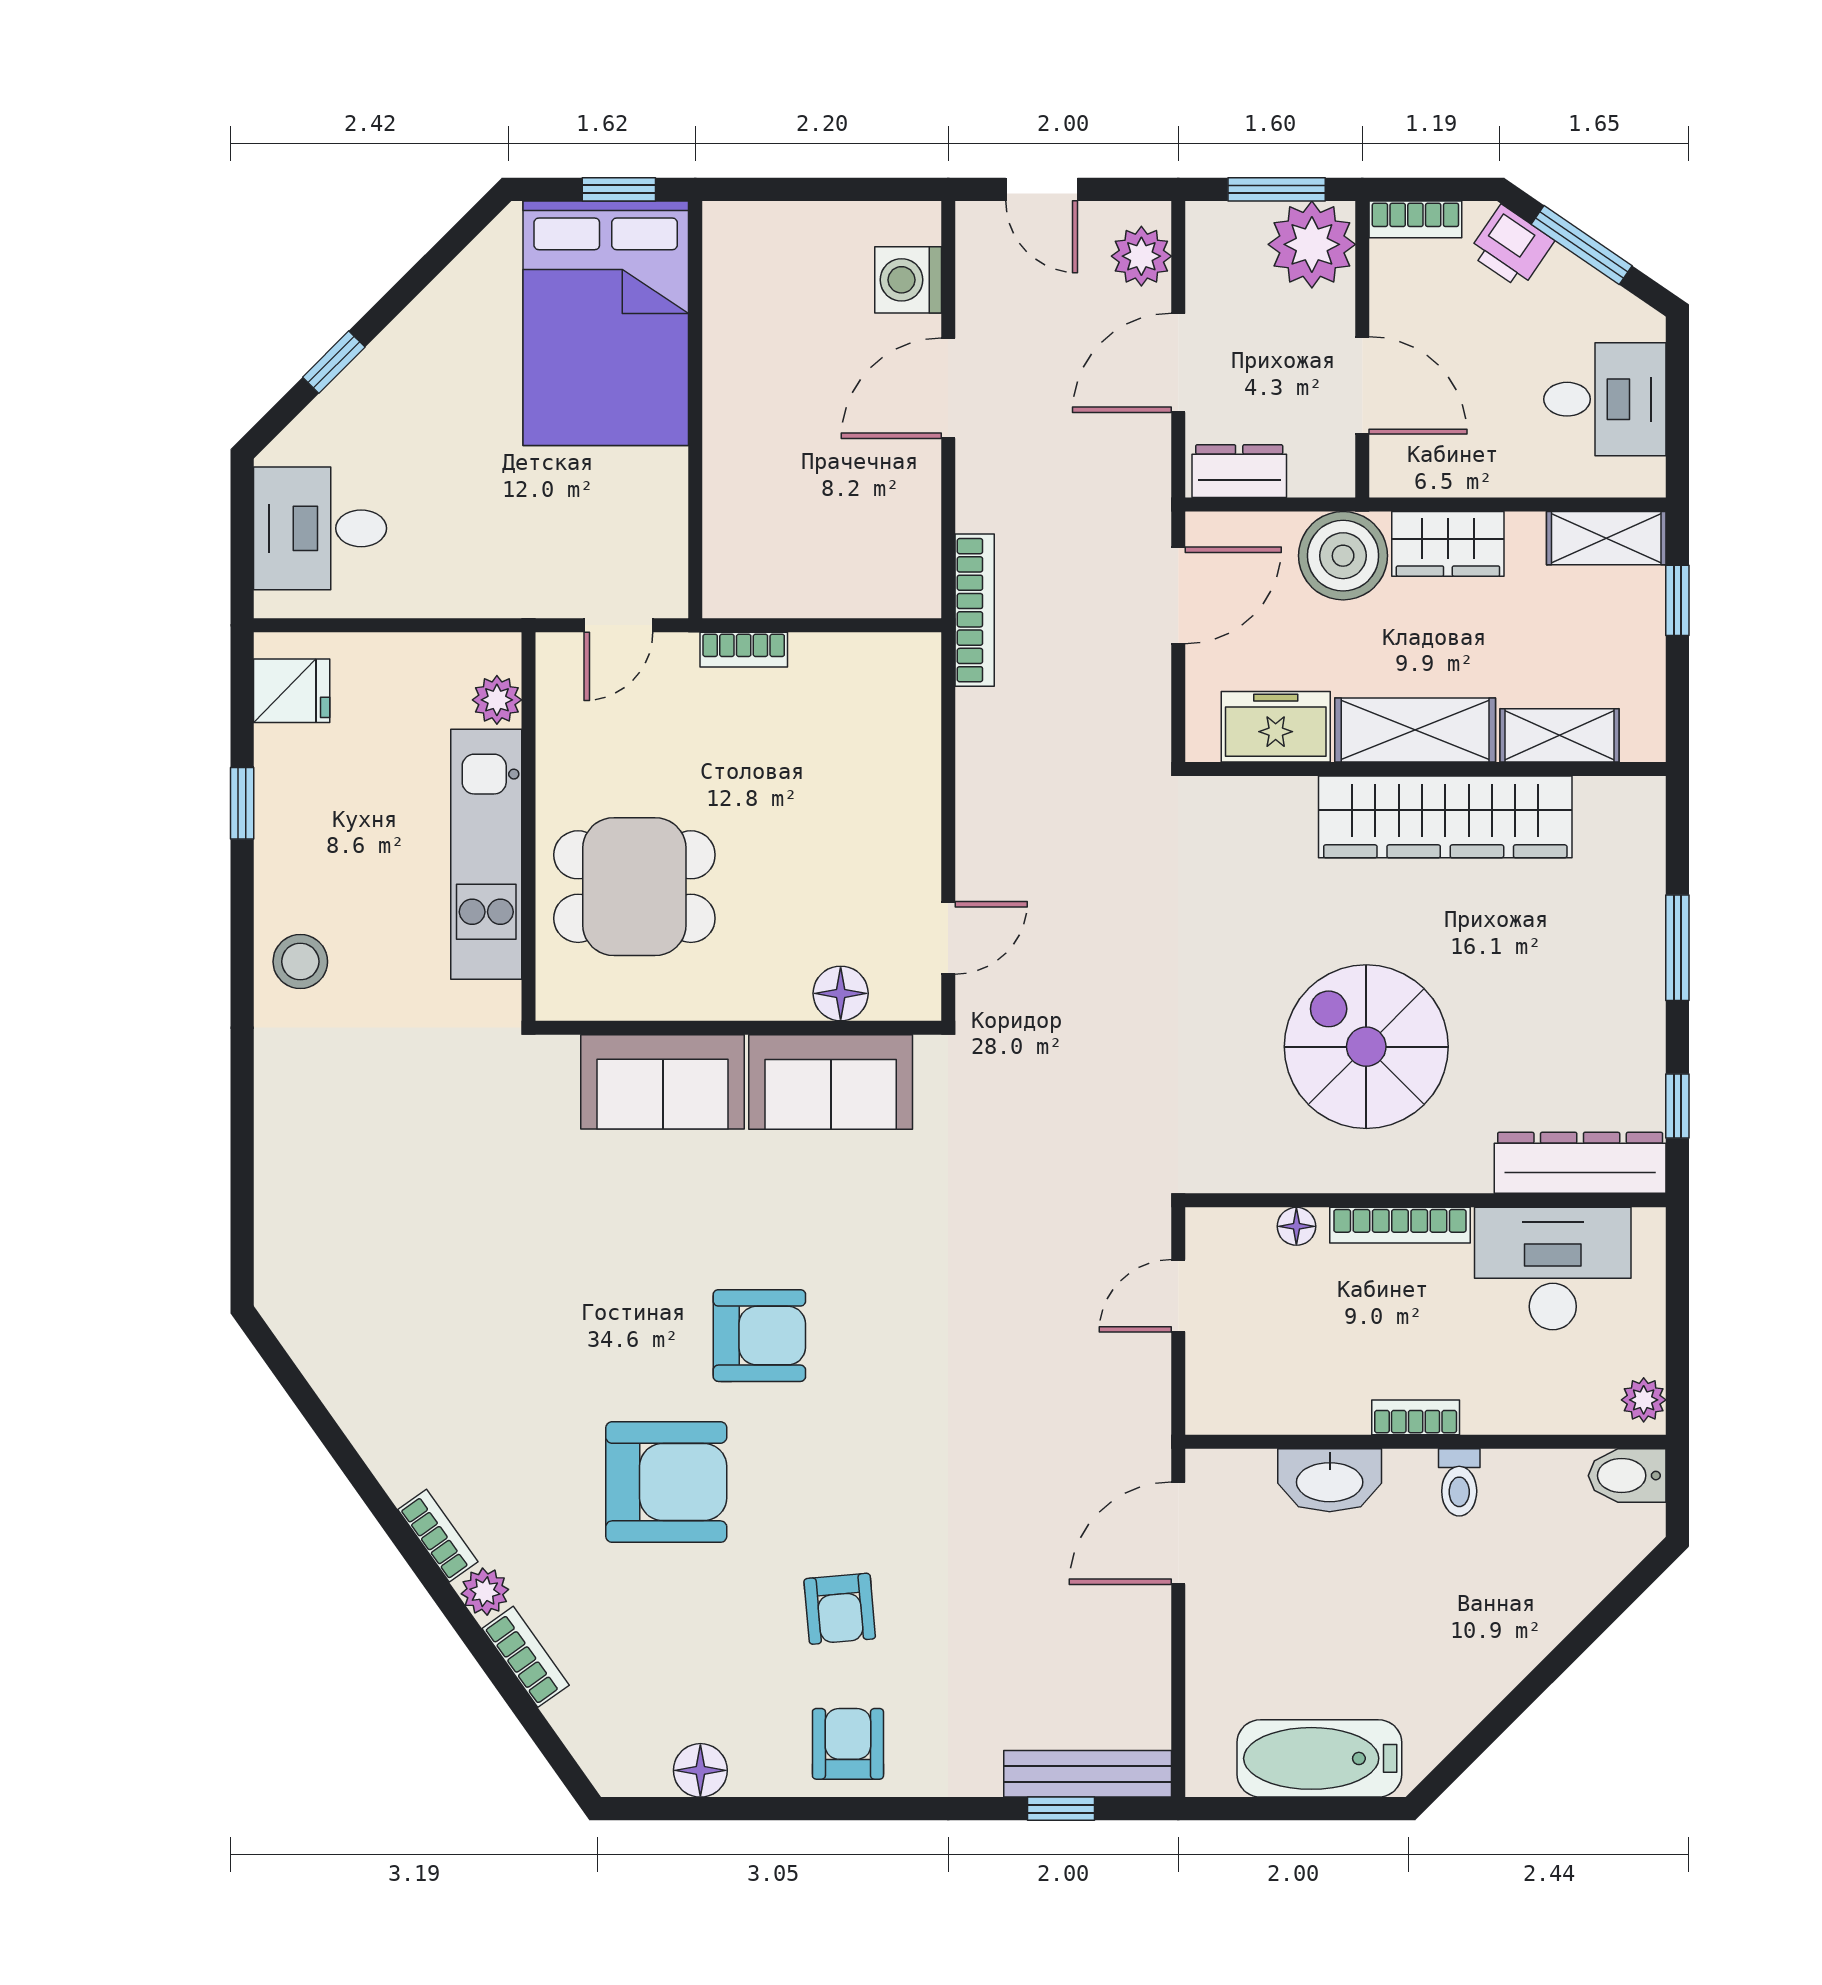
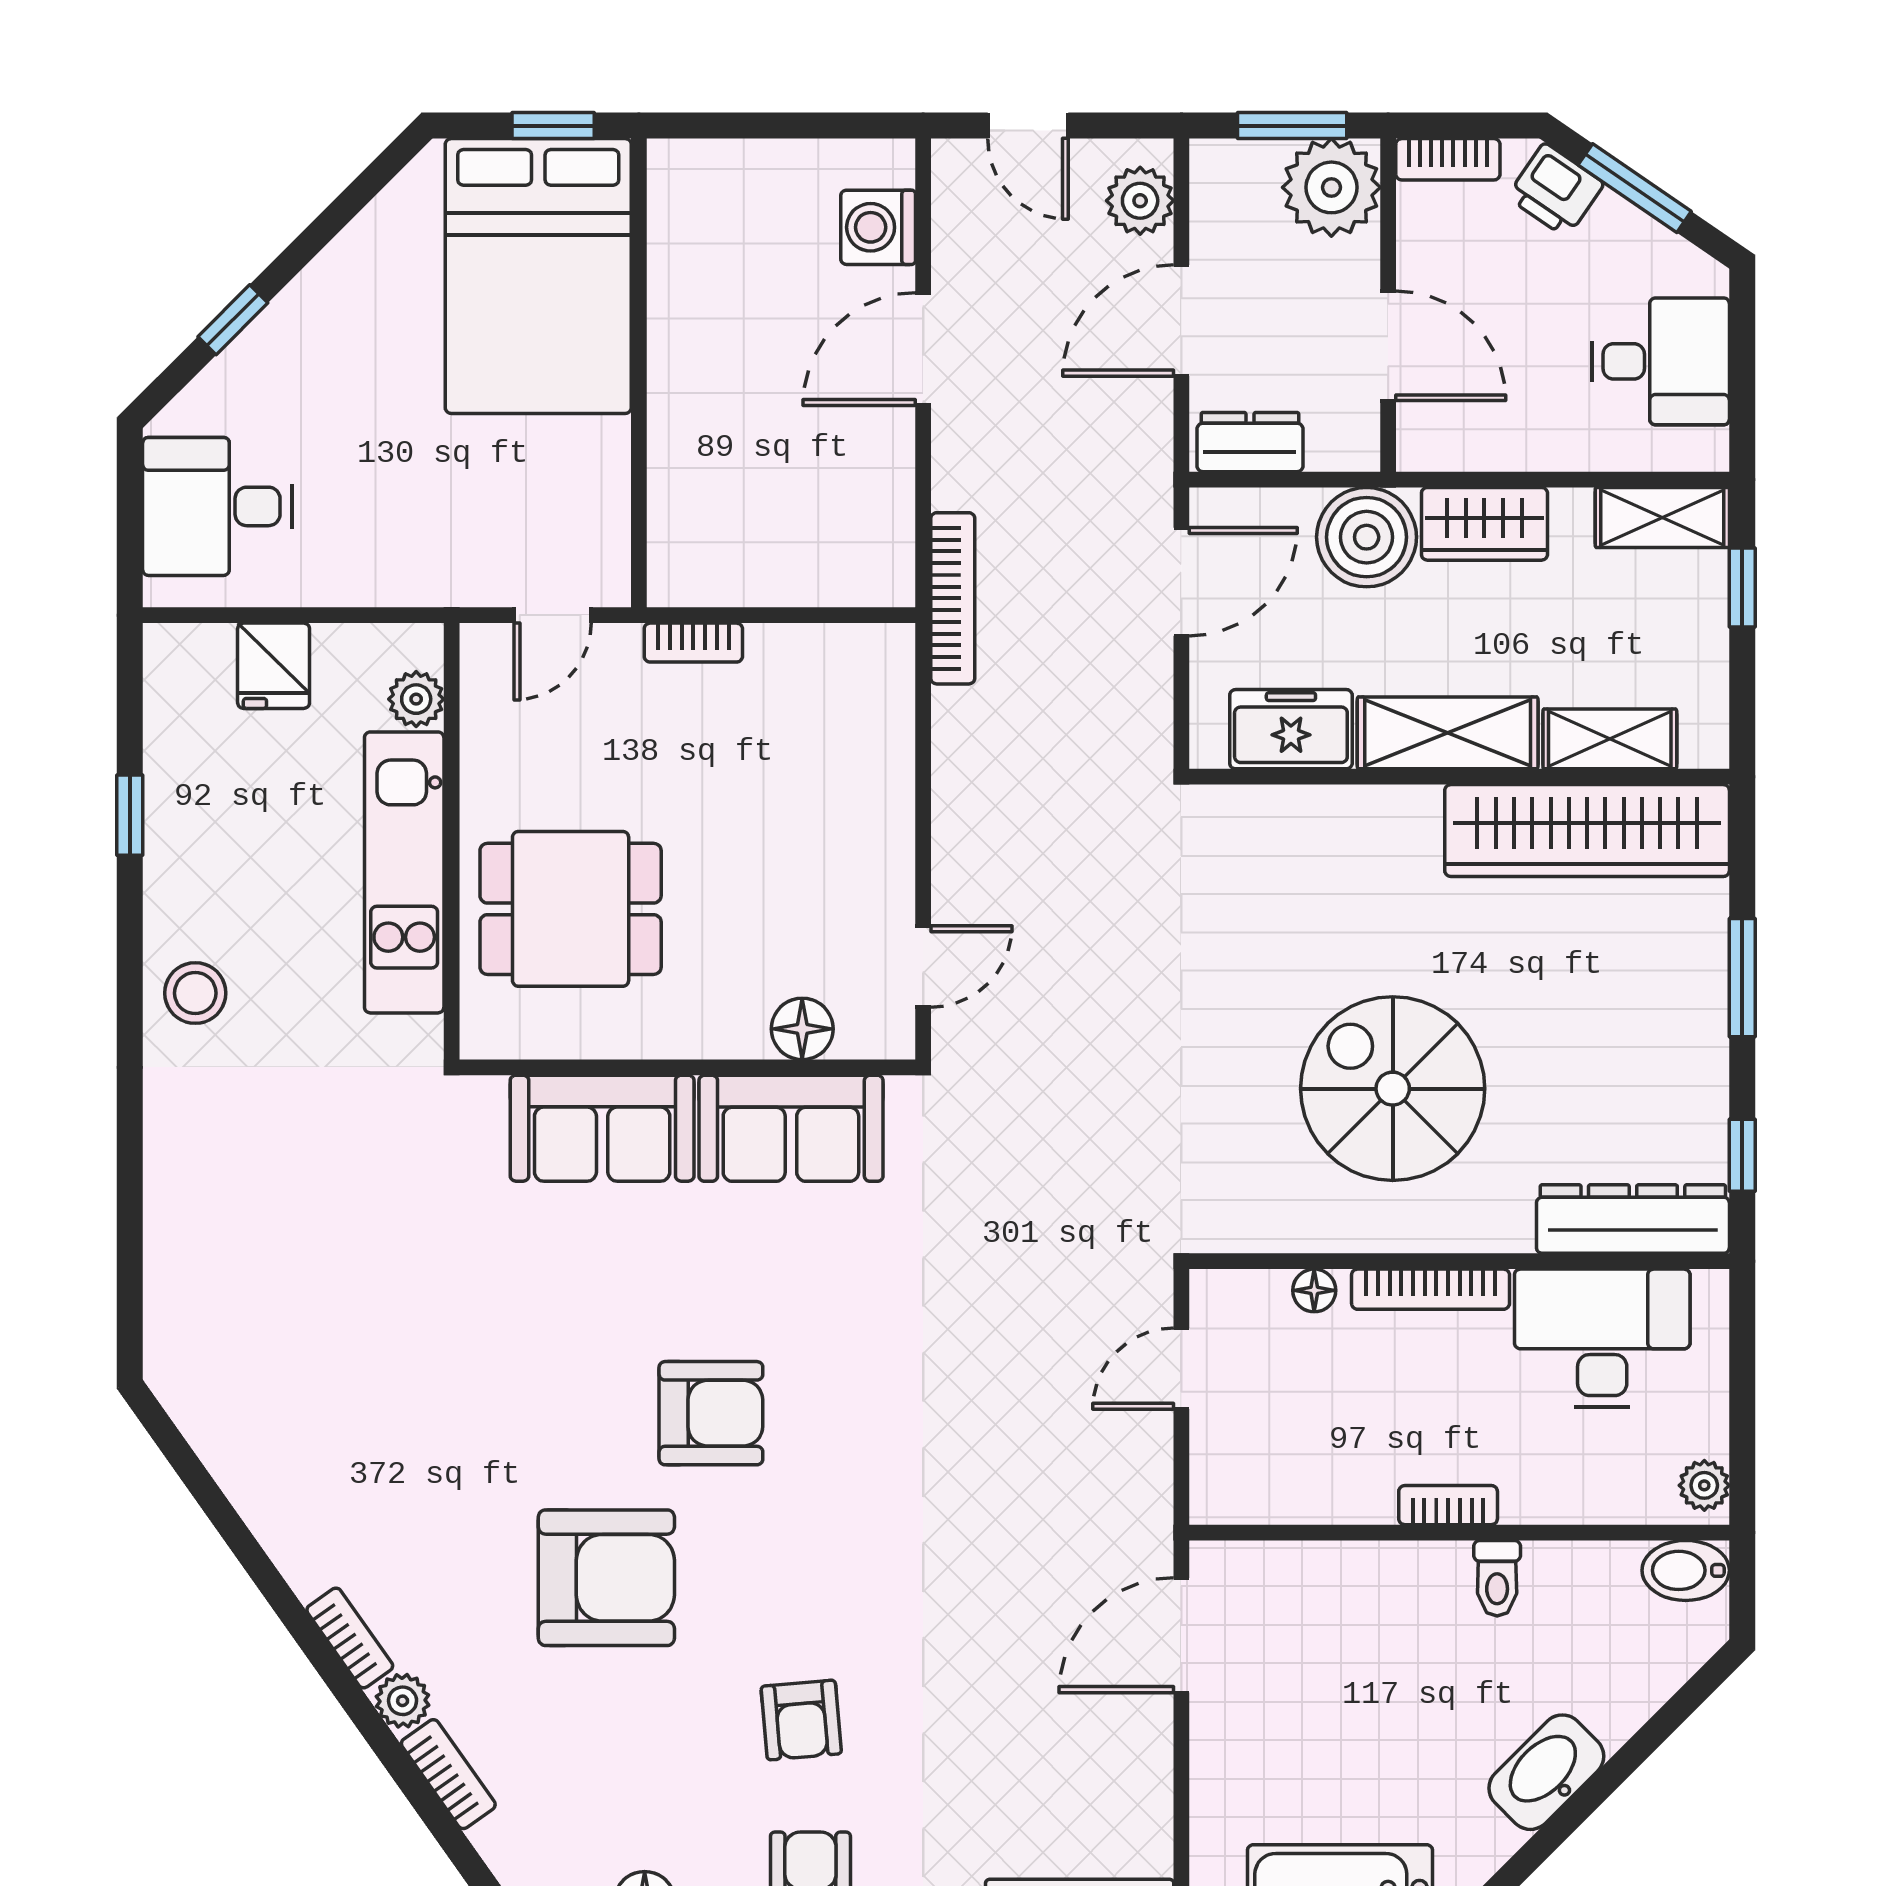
fridge: (292, 691) -> (274, 666), moved, turned 90
wardrobe: (1445, 817) -> (1587, 831), moved
washbasin: (1330, 1480) -> (1546, 1772), moved, turned 135

